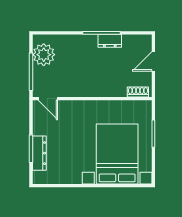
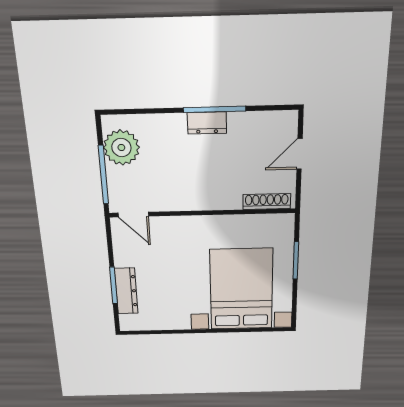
dresser: (110, 41) -> (207, 123), moved
shoe rack: (138, 92) -> (267, 202), width x1.43

